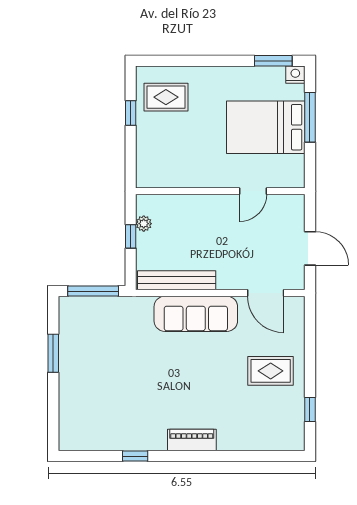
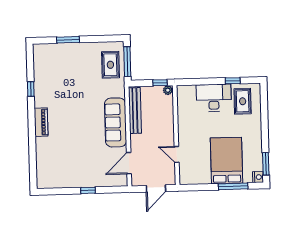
desk: (159, 146) -> (214, 98), added
wall: (220, 191) -> (176, 135), moved
door: (253, 191) -> (177, 154), moved
window: (53, 353) -> (68, 40), moved
rug: (271, 371) -> (110, 65), moved
window: (310, 410) -> (88, 190), moved

